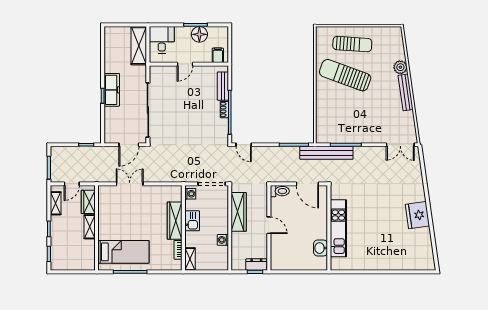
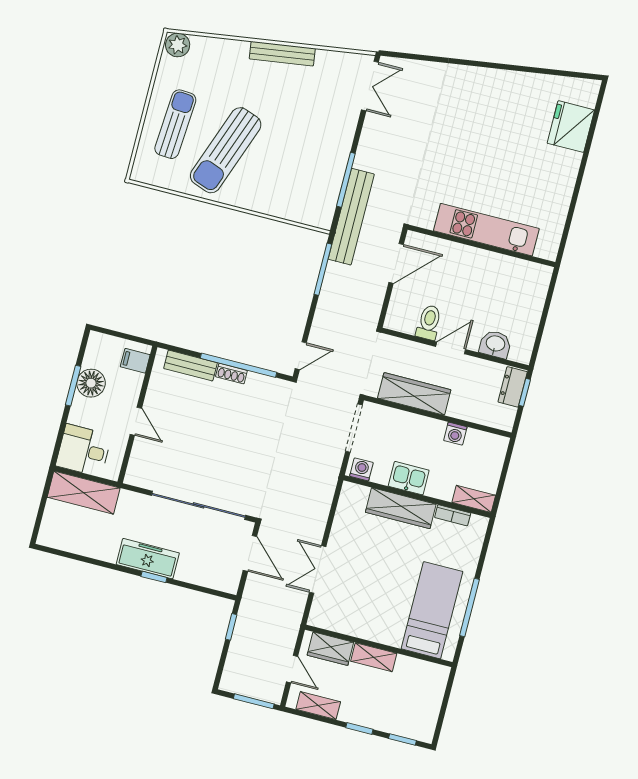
plant: (400, 67) -> (178, 45), moved
toilet: (280, 191) -> (429, 322), moved
fridge: (417, 215) -> (571, 127), moved, turned 98
washbasin: (320, 248) -> (495, 344), moved, turned 180

